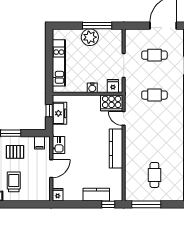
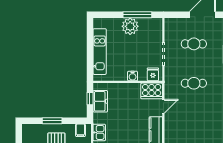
door: (124, 118) -> (163, 106), swing flipped

